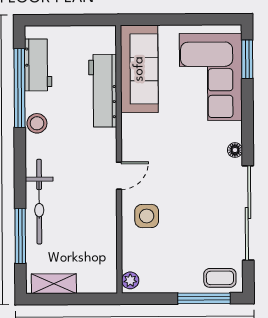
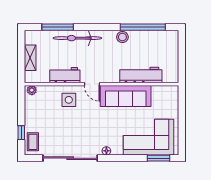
workbench: (38, 65) -> (65, 75), moved, turned 180
sofa: (139, 69) -> (126, 96), moved
shelving: (54, 284) -> (30, 58), moved
window: (204, 298) -> (21, 133), width x0.46

